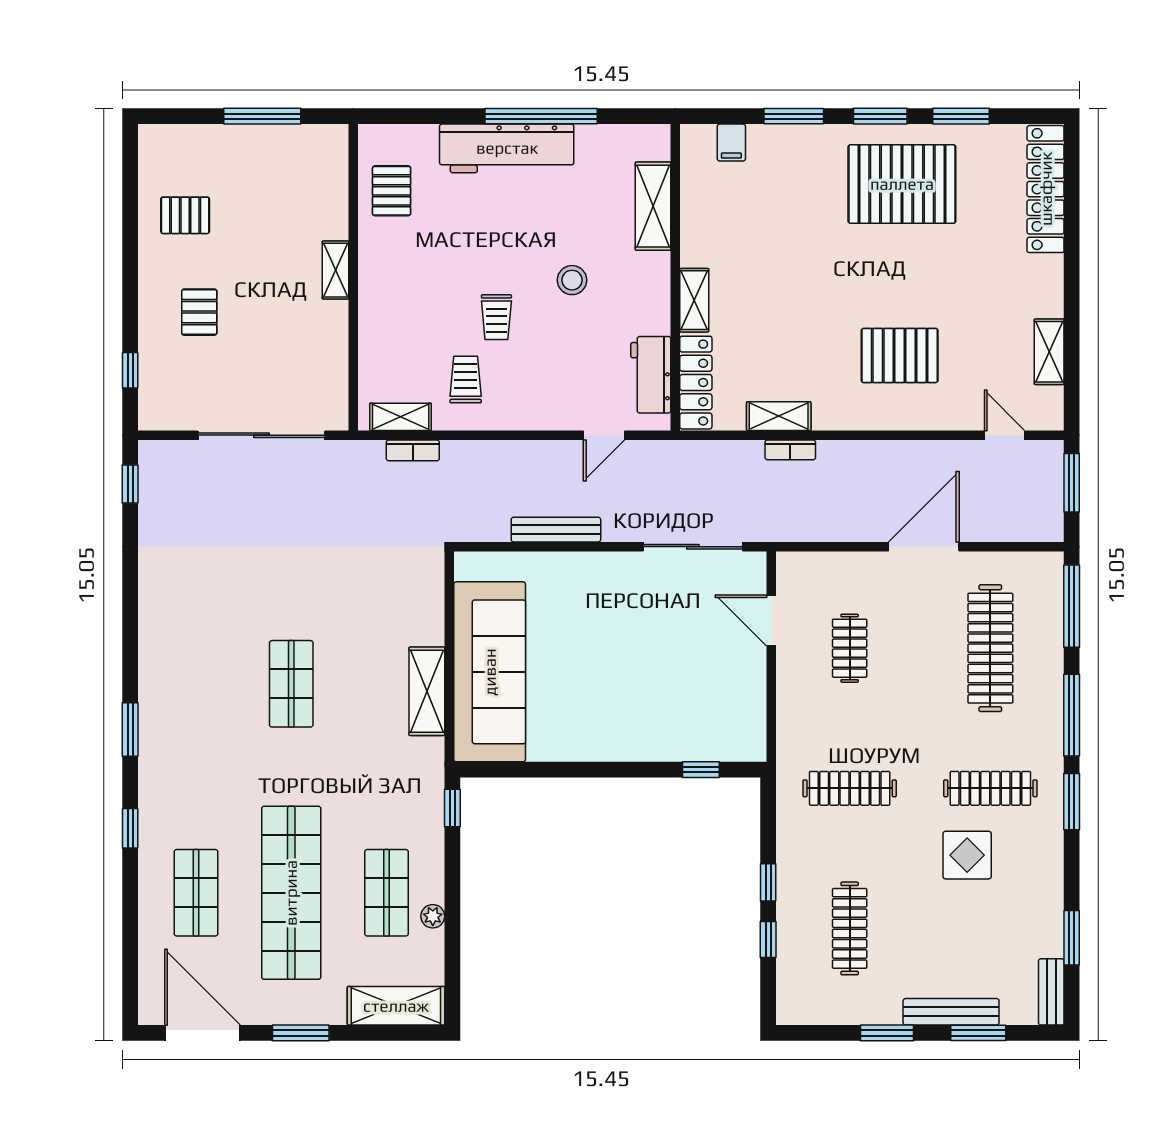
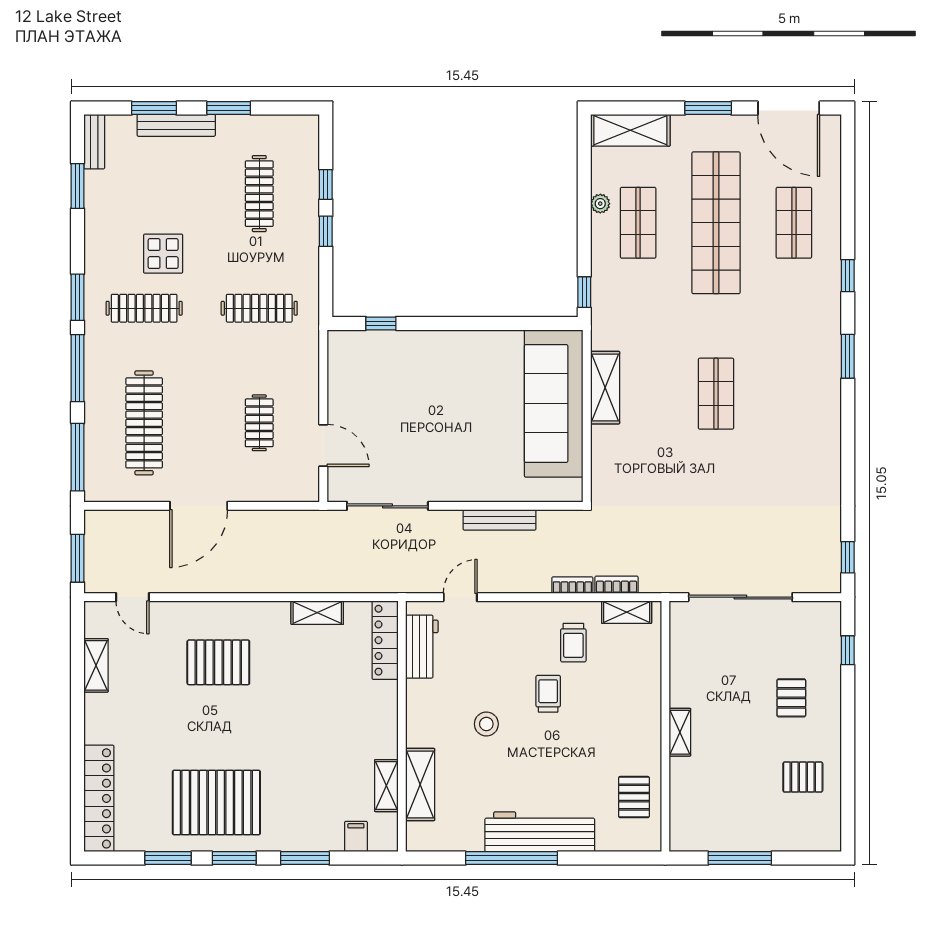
shelving: (694, 300) -> (386, 786), moved
bookcase: (790, 450) -> (572, 585), moved

